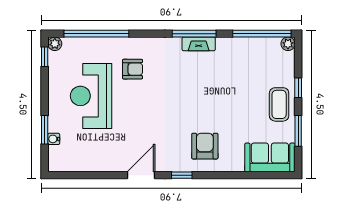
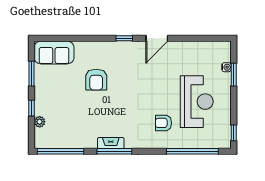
plant: (55, 44) -> (226, 143), removed
plant: (288, 44) -> (40, 122), moved
coffee table: (279, 104) -> (47, 95), removed
armchair: (205, 146) -> (96, 80), moved

